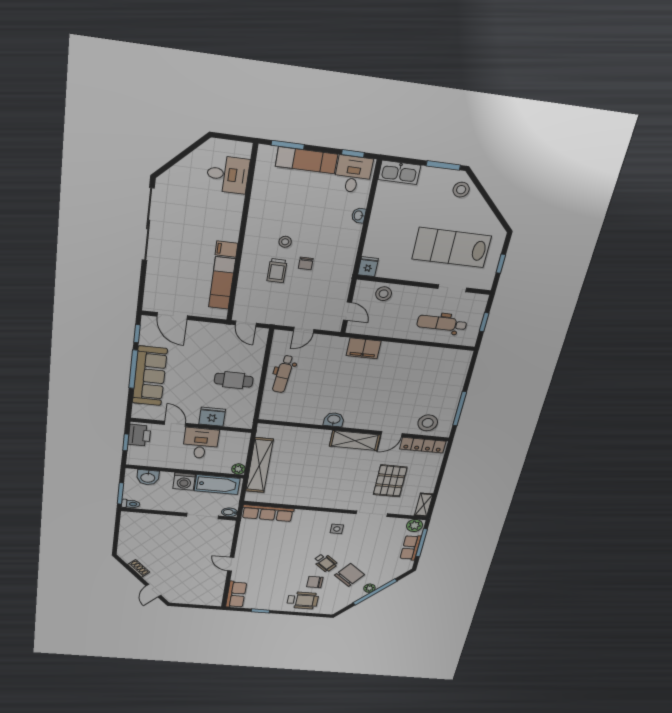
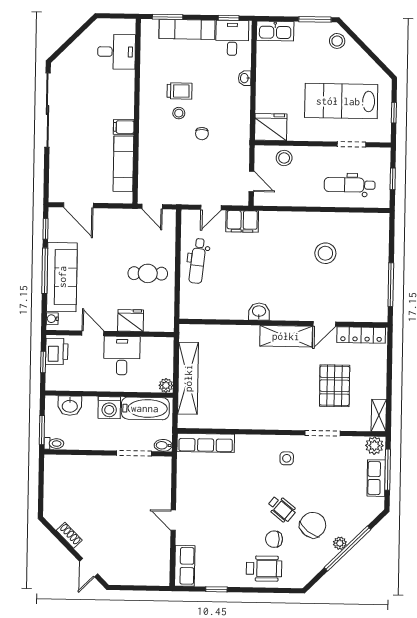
fridge: (368, 267) -> (271, 127), width x1.88, depth x1.34
trolley: (277, 271) -> (180, 91), moved, turned -90
filing cabinet: (364, 348) -> (242, 221), moved
water cooler: (137, 409) -> (52, 319), added
stool: (428, 423) -> (325, 253), moved

